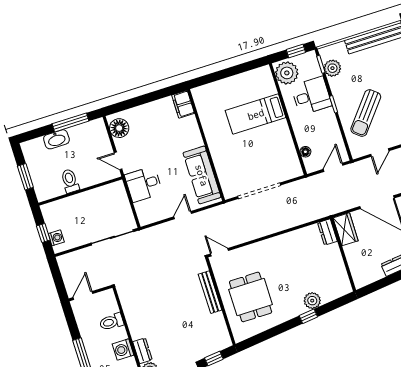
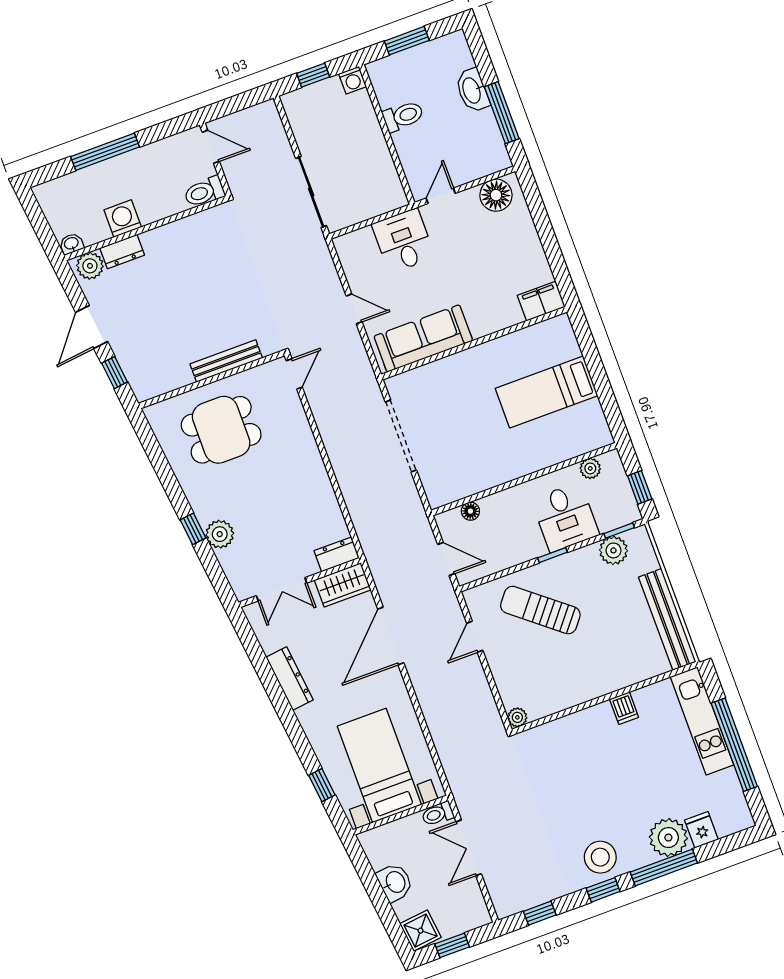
plant: (287, 73) -> (590, 468), width x0.53, depth x0.53
bed: (256, 114) -> (547, 392), moved, turned -90
door: (380, 153) -> (475, 637), hinge flipped
washing machine: (56, 238) -> (353, 80), moved
double door: (347, 266) -> (282, 589), added
toilet: (111, 322) -> (204, 192), moved, turned -90

